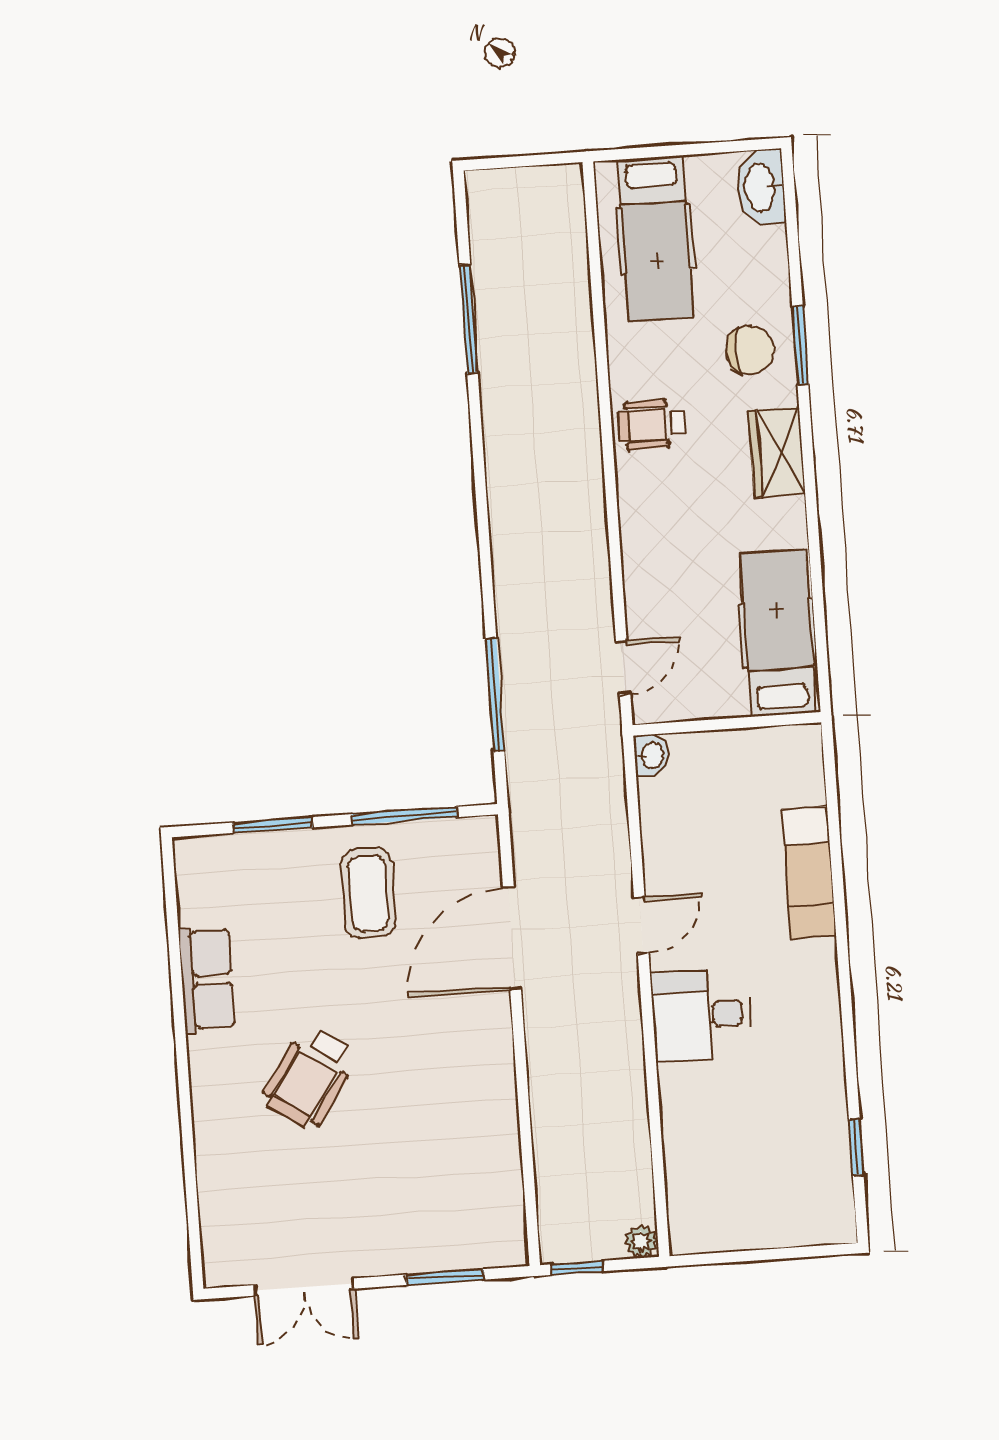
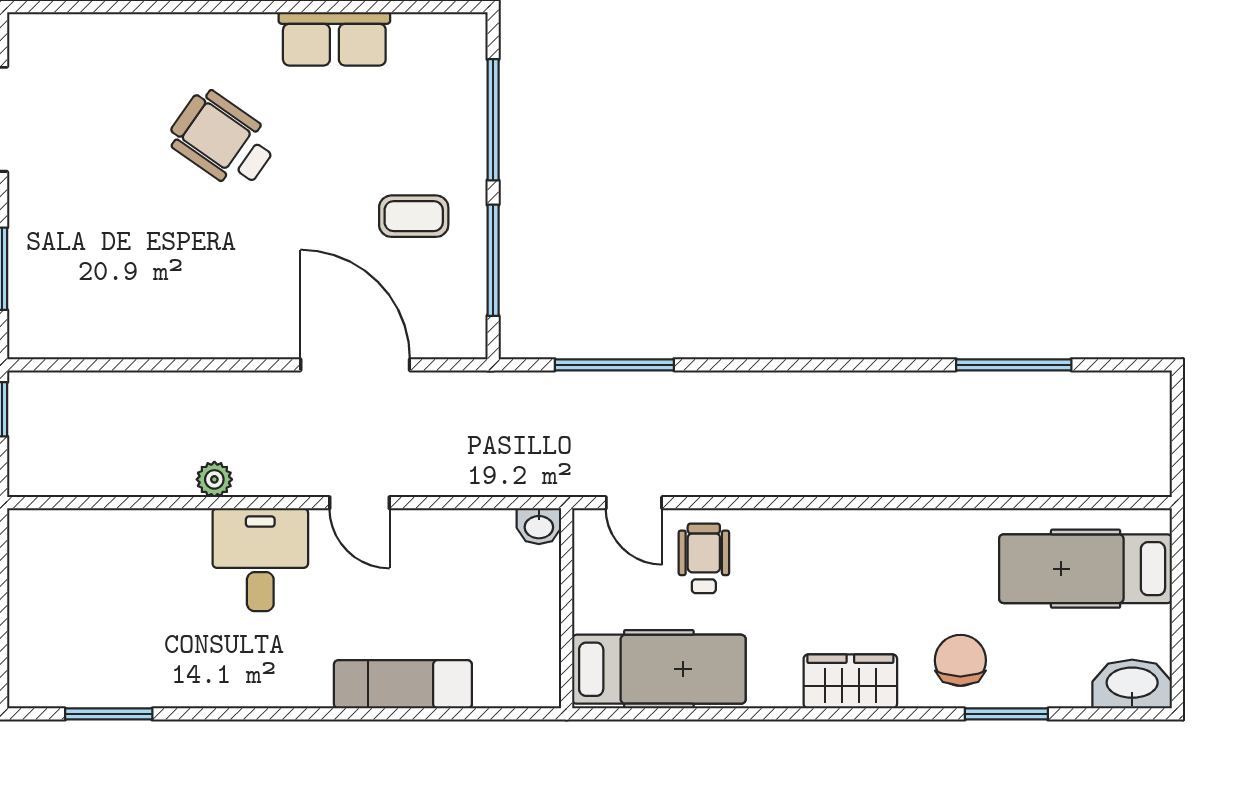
window: (800, 345) -> (1006, 714), moved
chair: (750, 350) -> (960, 660), turned 180
wheelchair: (652, 425) -> (704, 558), moved
window: (273, 825) -> (493, 120), width x1.44
coffee table: (368, 893) -> (414, 216), width x0.73, depth x0.77
window: (856, 1147) -> (109, 714), width x1.50
plant: (641, 1241) -> (214, 479), moved

